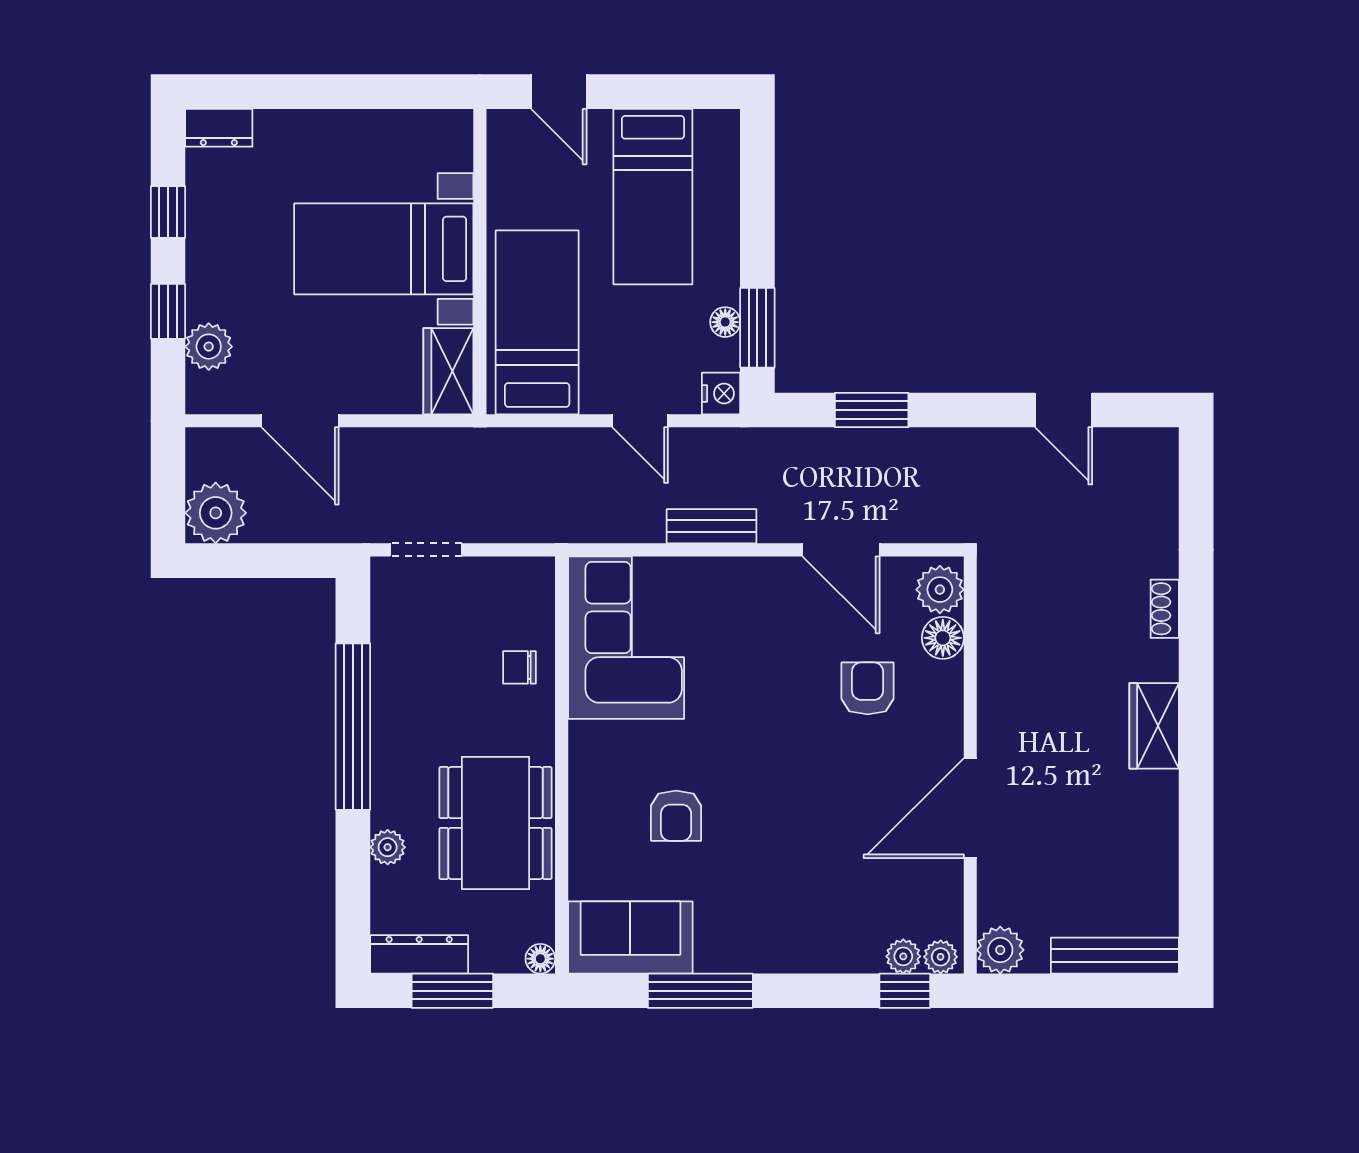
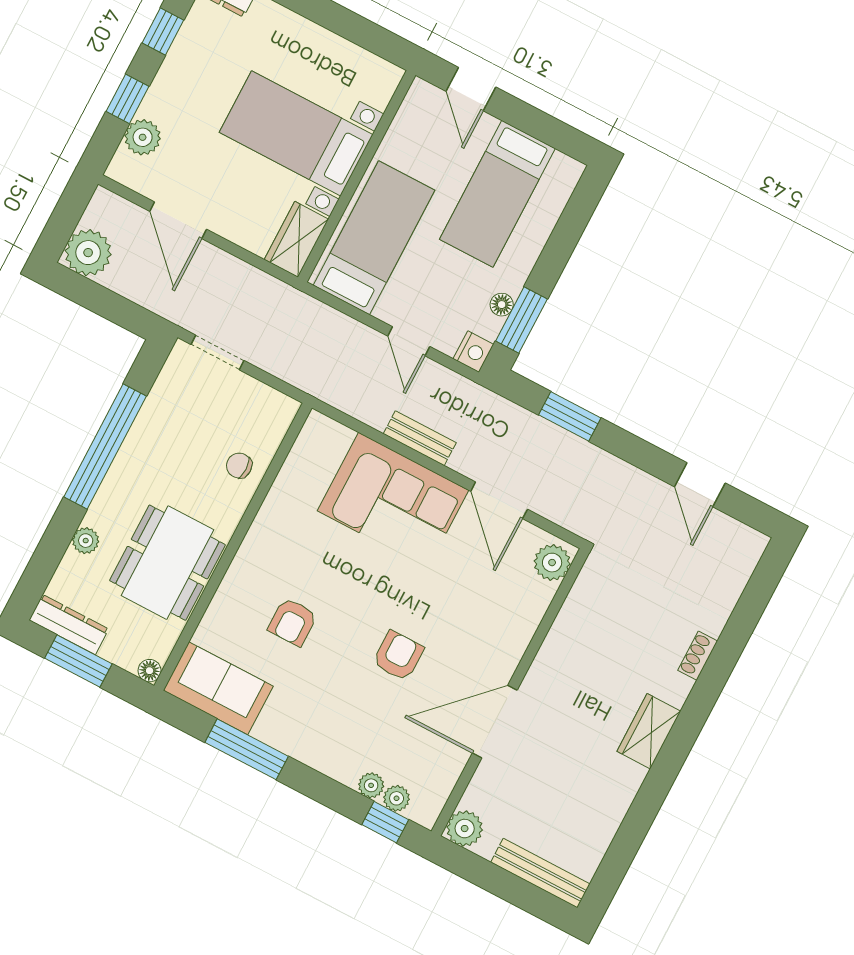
corner sofa: (626, 638) -> (393, 501), moved, turned 90
floor lamp: (943, 638) -> (537, 596), removed
armchair: (868, 688) -> (398, 656), moved
plant: (941, 957) -> (371, 785), moved

